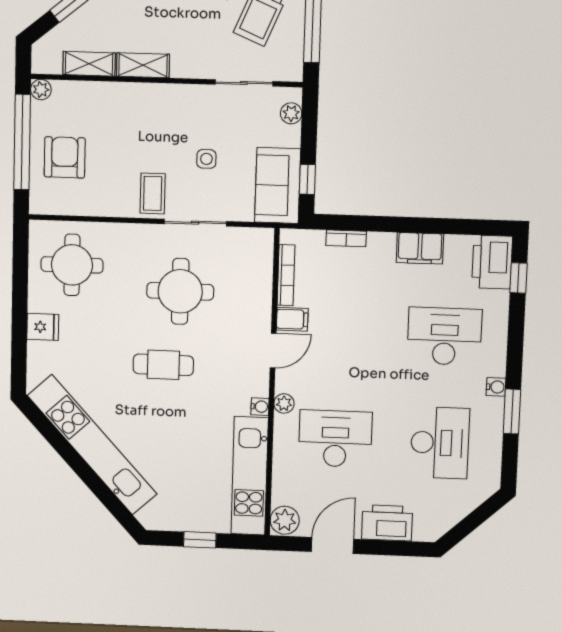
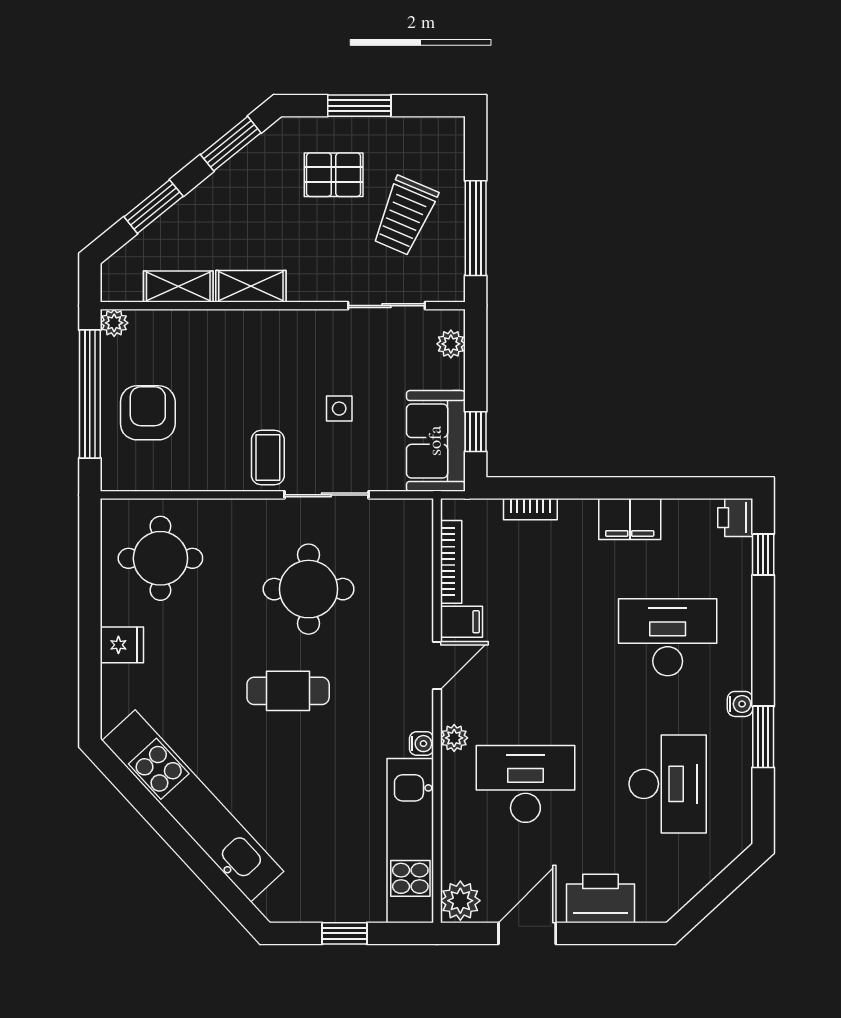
printer: (492, 262) -> (735, 518), width x0.53, depth x0.68

